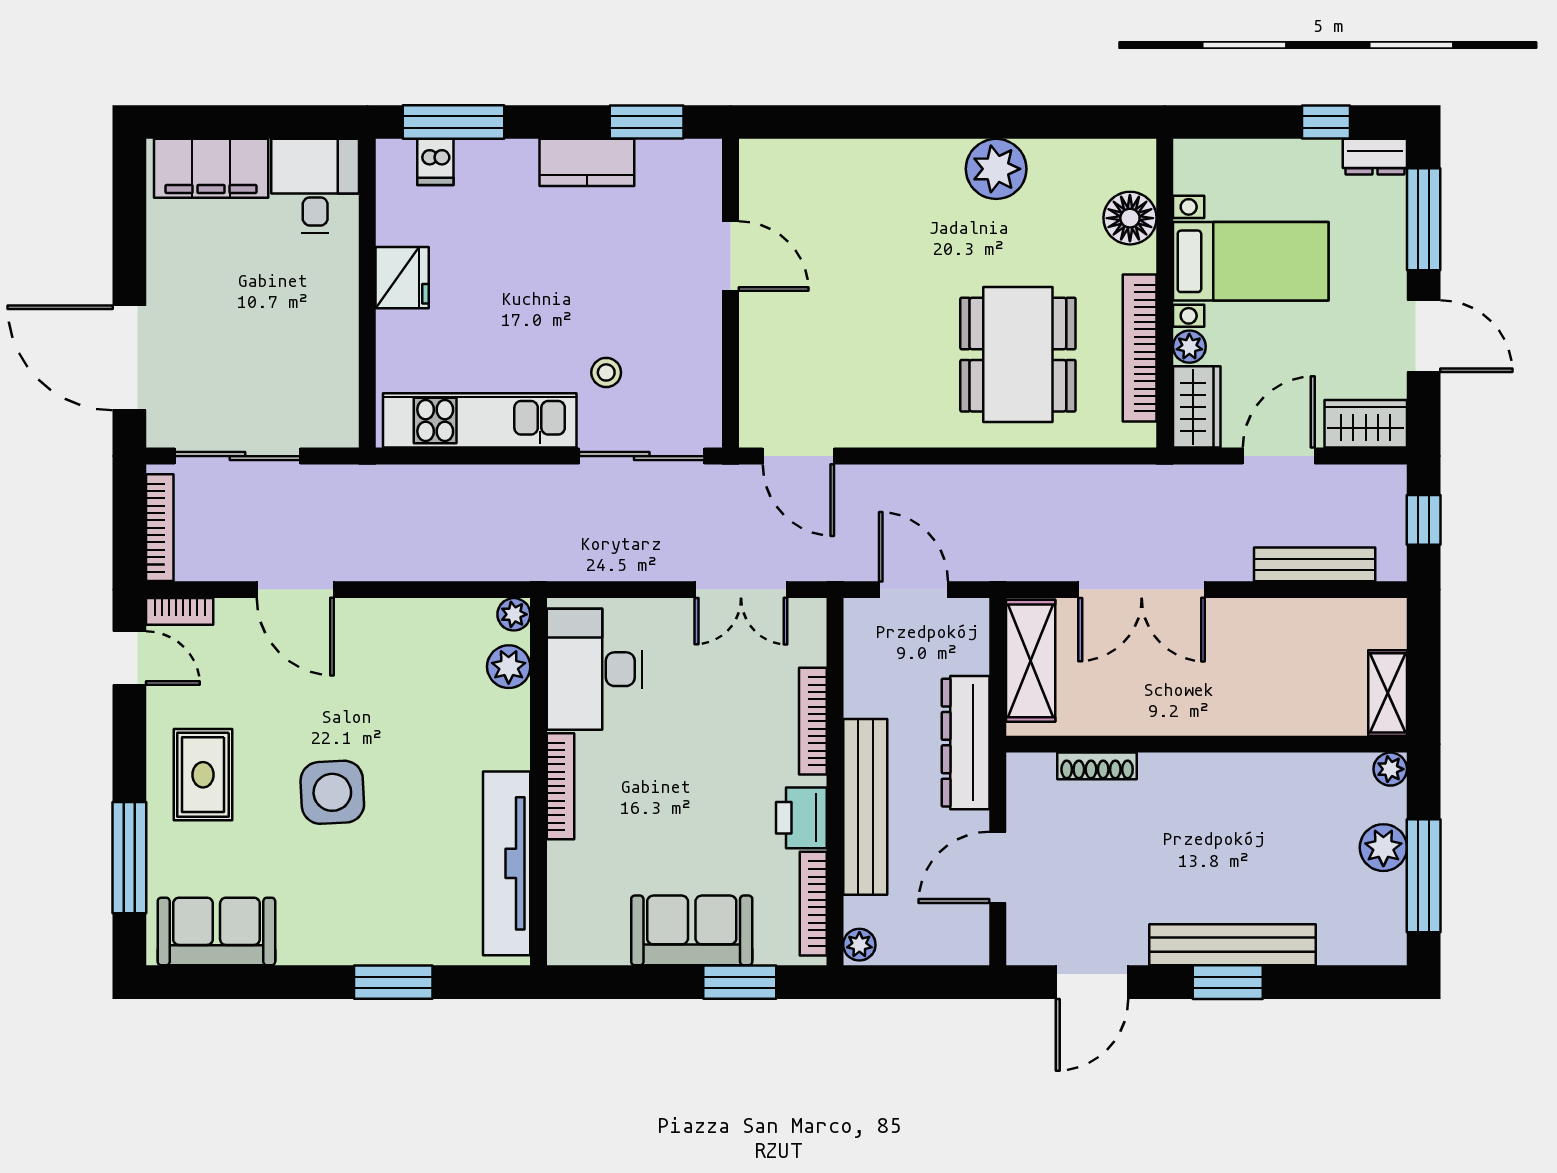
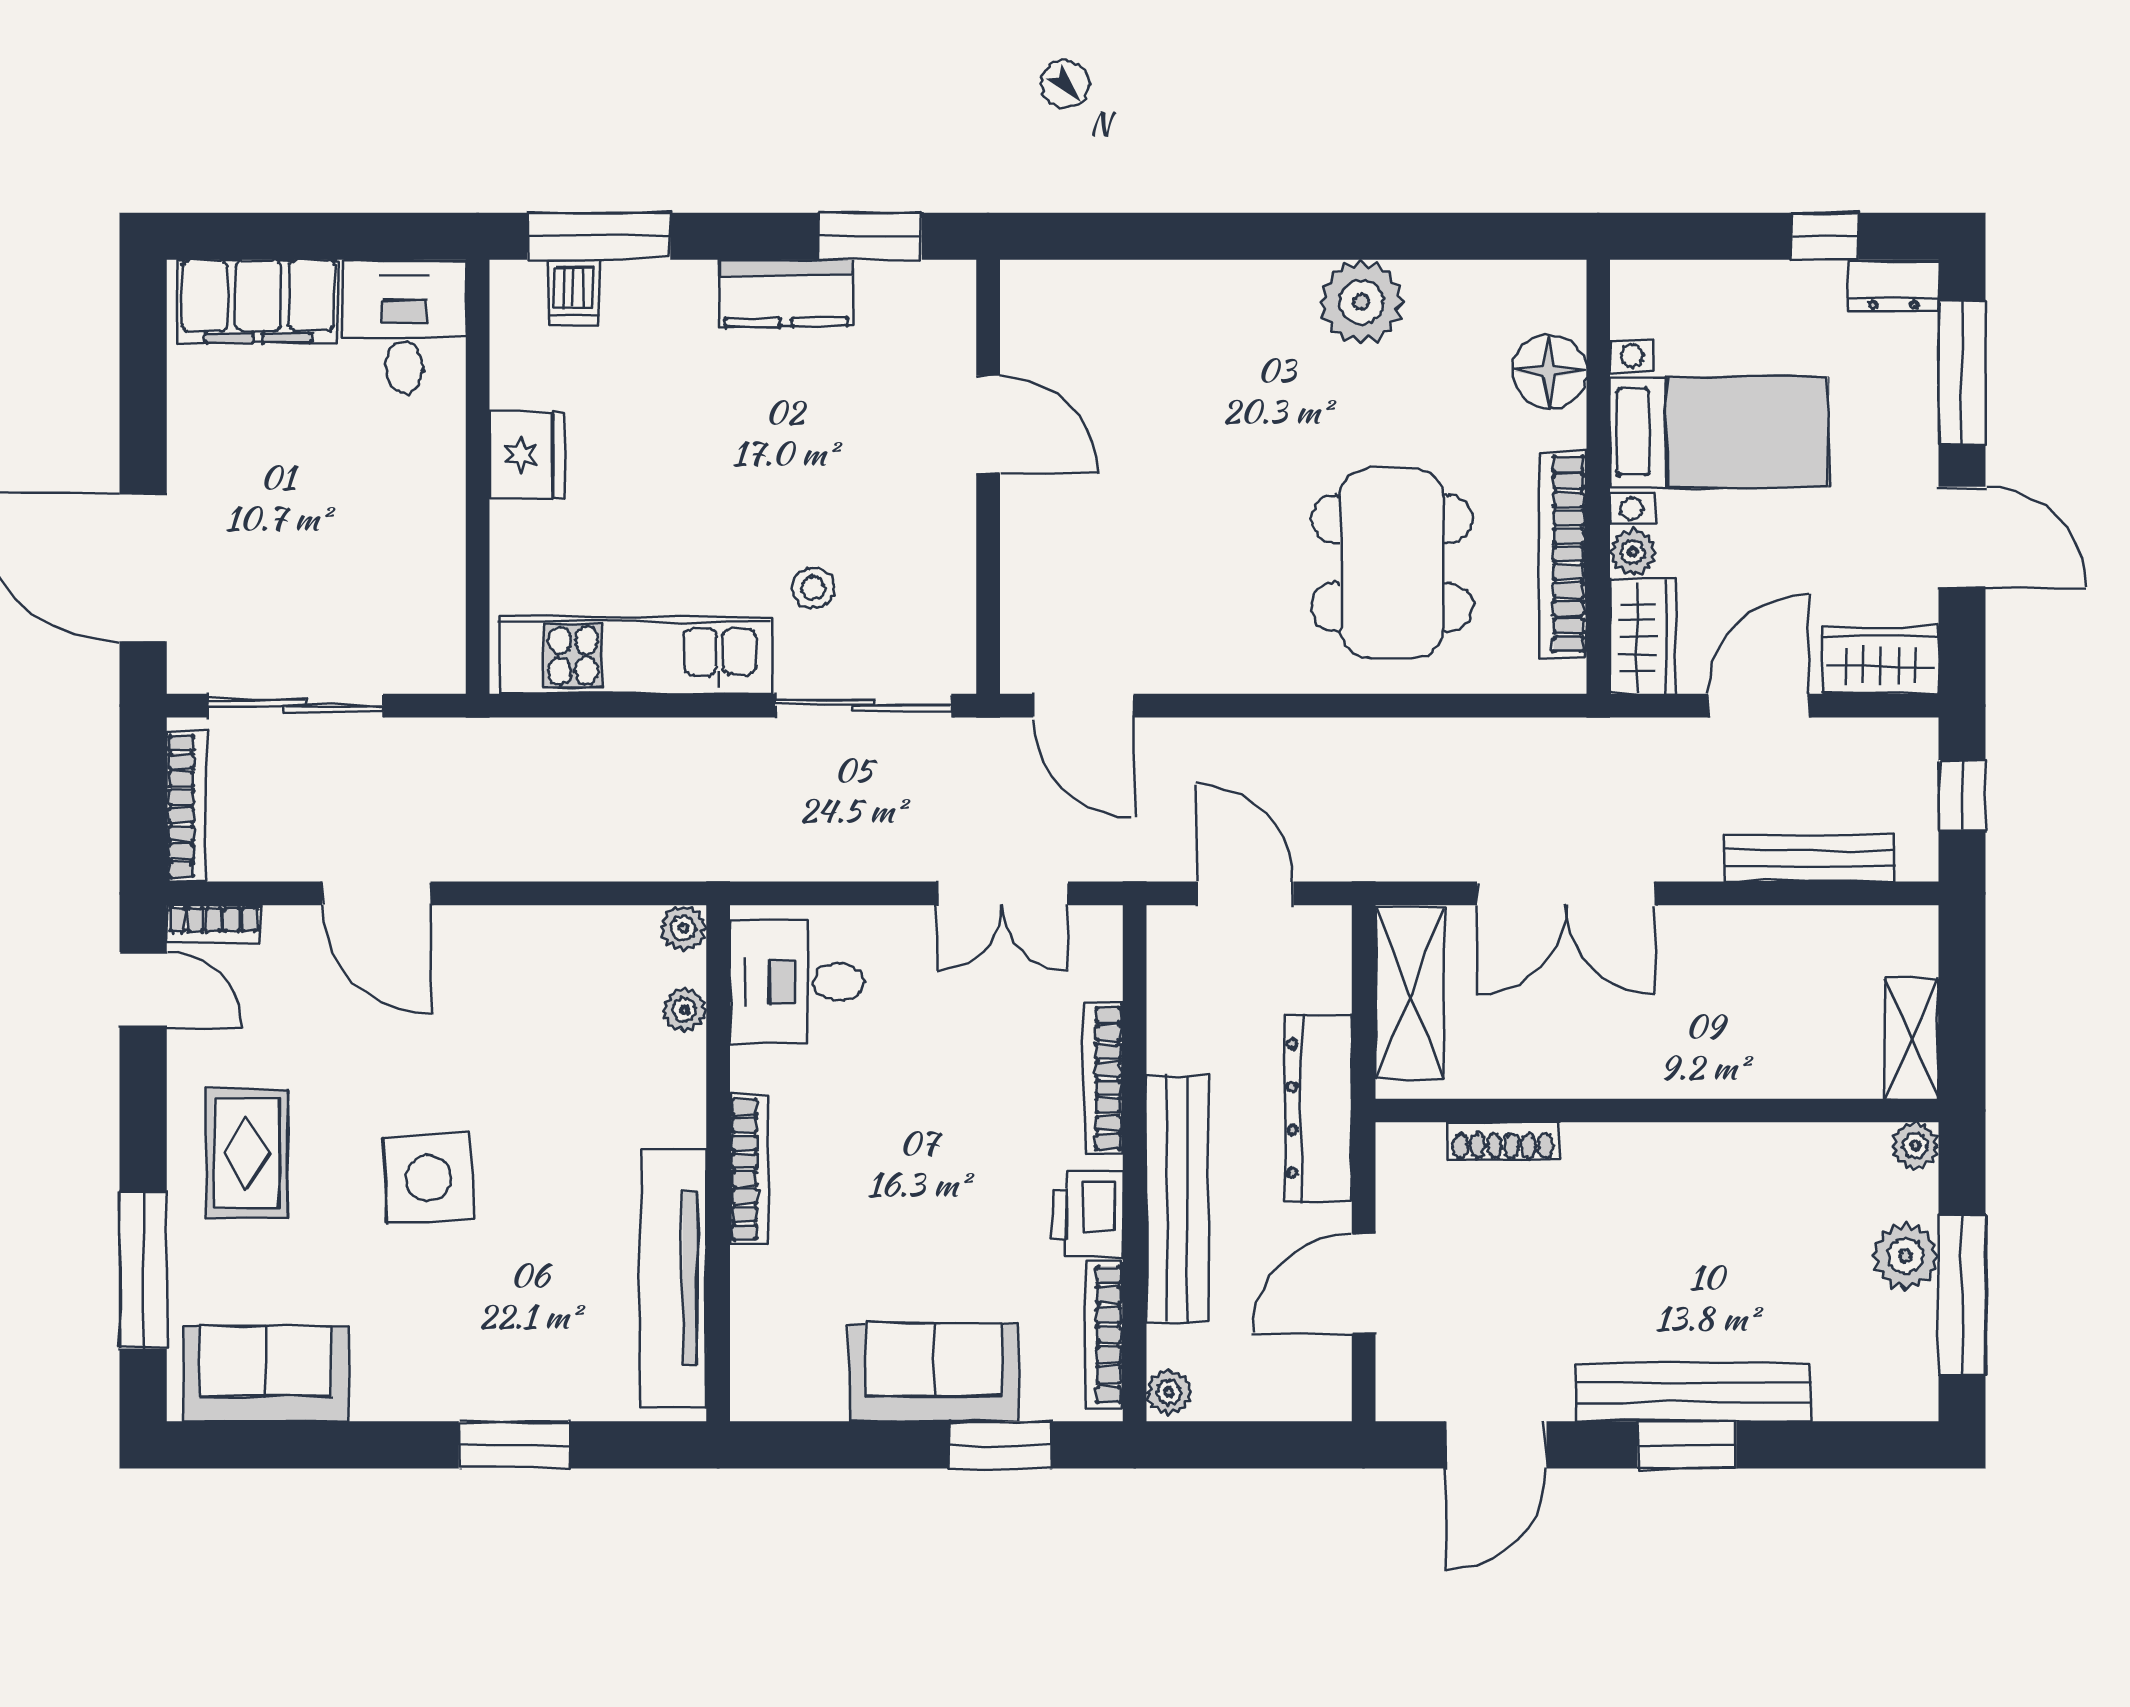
plant: (509, 667) -> (684, 1010), width x0.73, depth x0.73
desk: (594, 669) -> (797, 982), width x0.73

